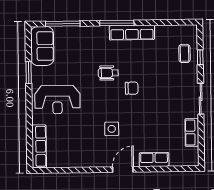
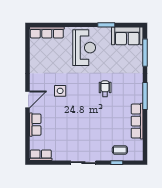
row of seats: (132, 33) -> (137, 121), moved
chair: (132, 88) -> (93, 107), removed
reception desk: (57, 100) -> (84, 48), turned 180
row of seats: (192, 132) -> (41, 155), moved
door: (123, 169) -> (27, 99), hinge flipped

